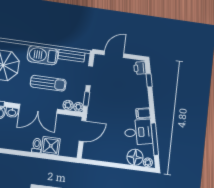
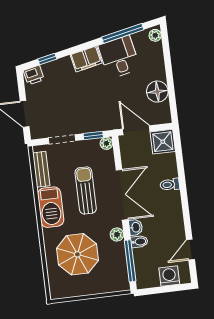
plant: (68, 105) -> (117, 235), moved
filing cabinet: (143, 113) -> (86, 59), width x2.00
shower: (51, 146) -> (163, 142), moved
floor lamp: (135, 157) -> (157, 92), moved

